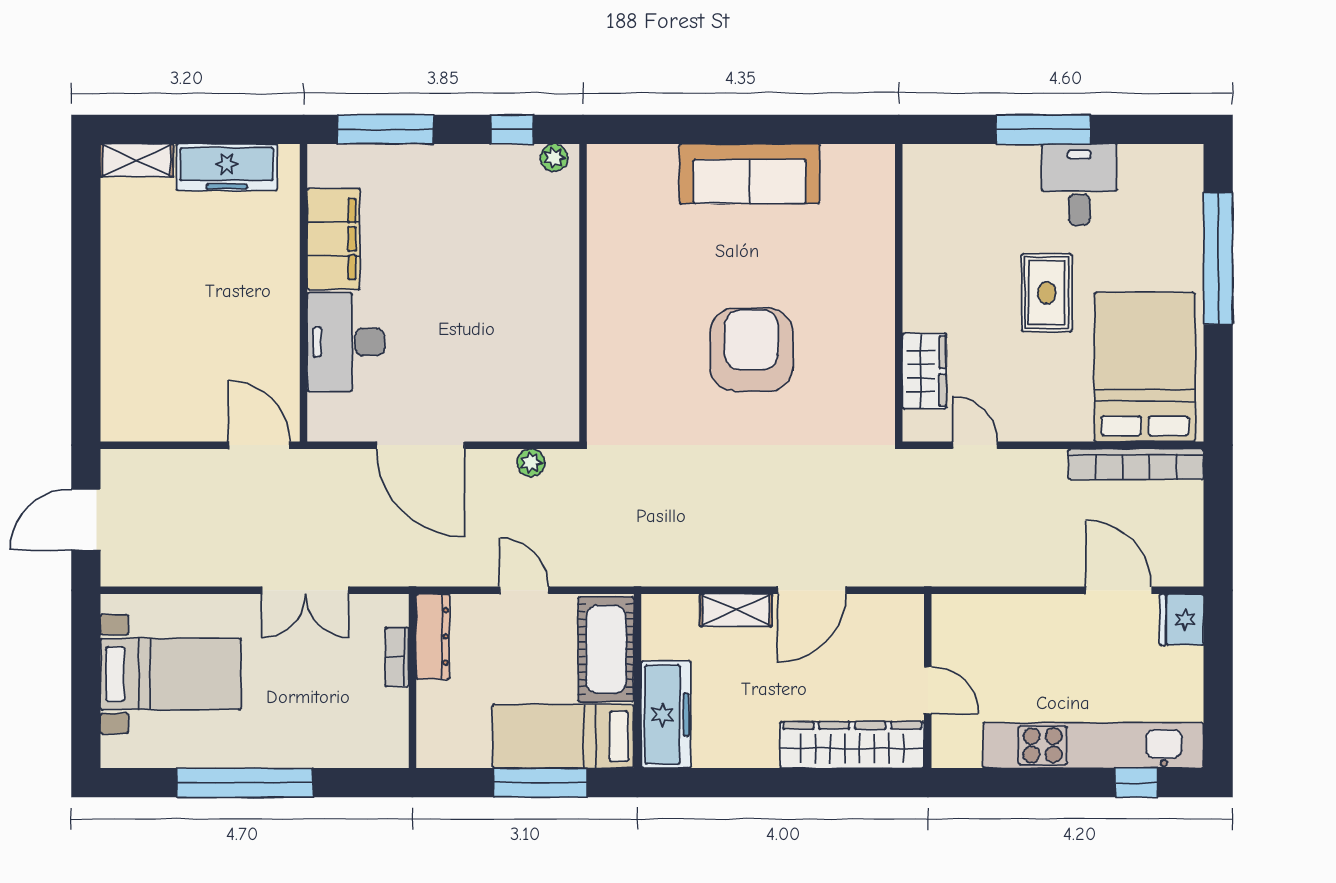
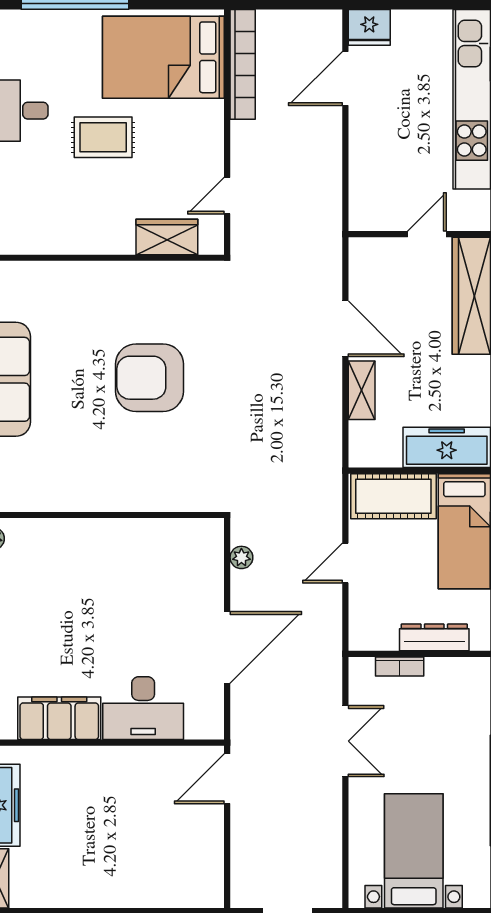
dresser: (433, 637) -> (434, 637), moved

